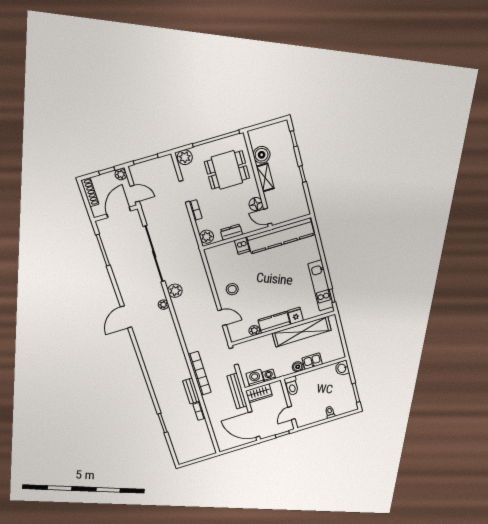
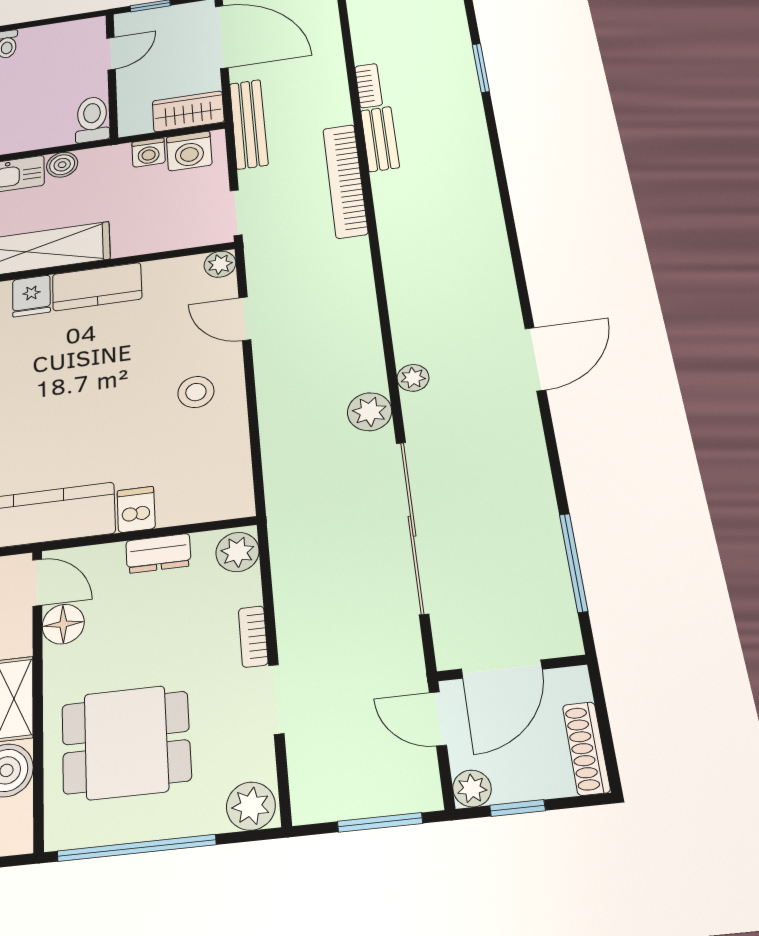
plant: (254, 330) -> (220, 264), moved

